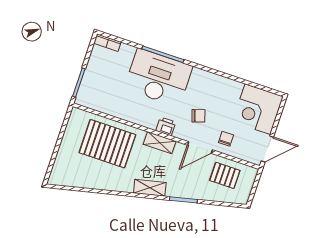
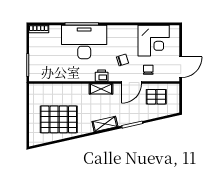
corner desk: (258, 109) -> (154, 41), moved, turned -90
pallet: (107, 144) -> (59, 119), moved

